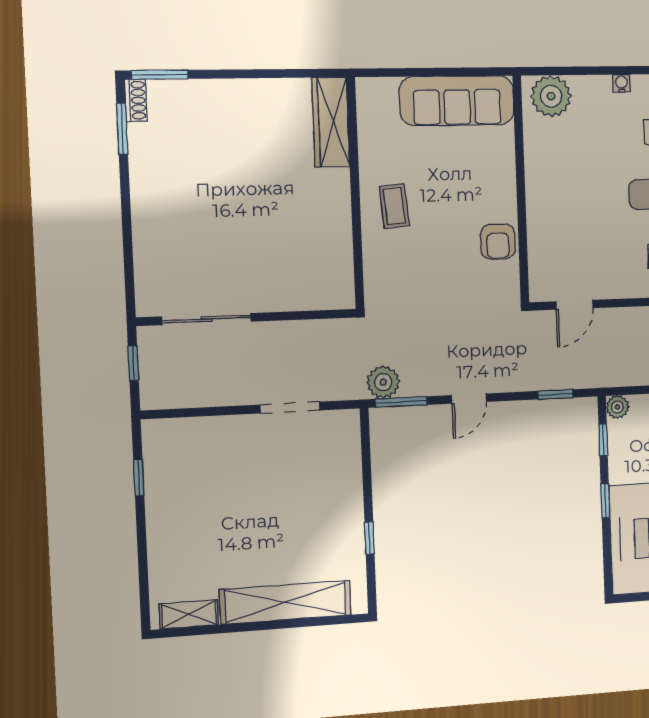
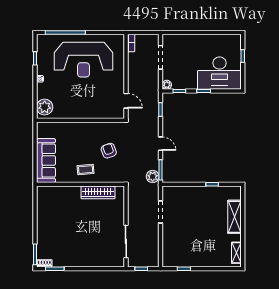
sofa: (457, 101) -> (46, 161), moved
wardrobe: (331, 122) -> (98, 192), moved
armchair: (498, 241) -> (109, 151), moved, turned -110
shelving: (286, 602) -> (235, 217), width x0.68

